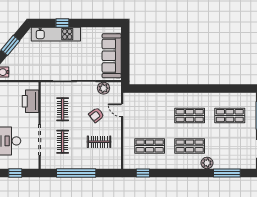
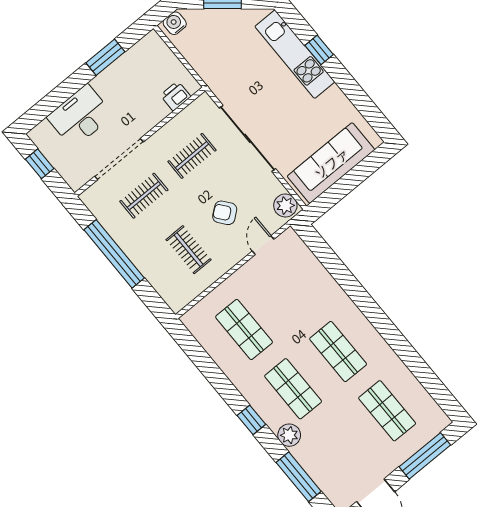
plant: (103, 88) -> (285, 206), moved
printer: (30, 101) -> (176, 96), width x0.53, depth x0.68
window: (143, 173) -> (251, 420), moved

